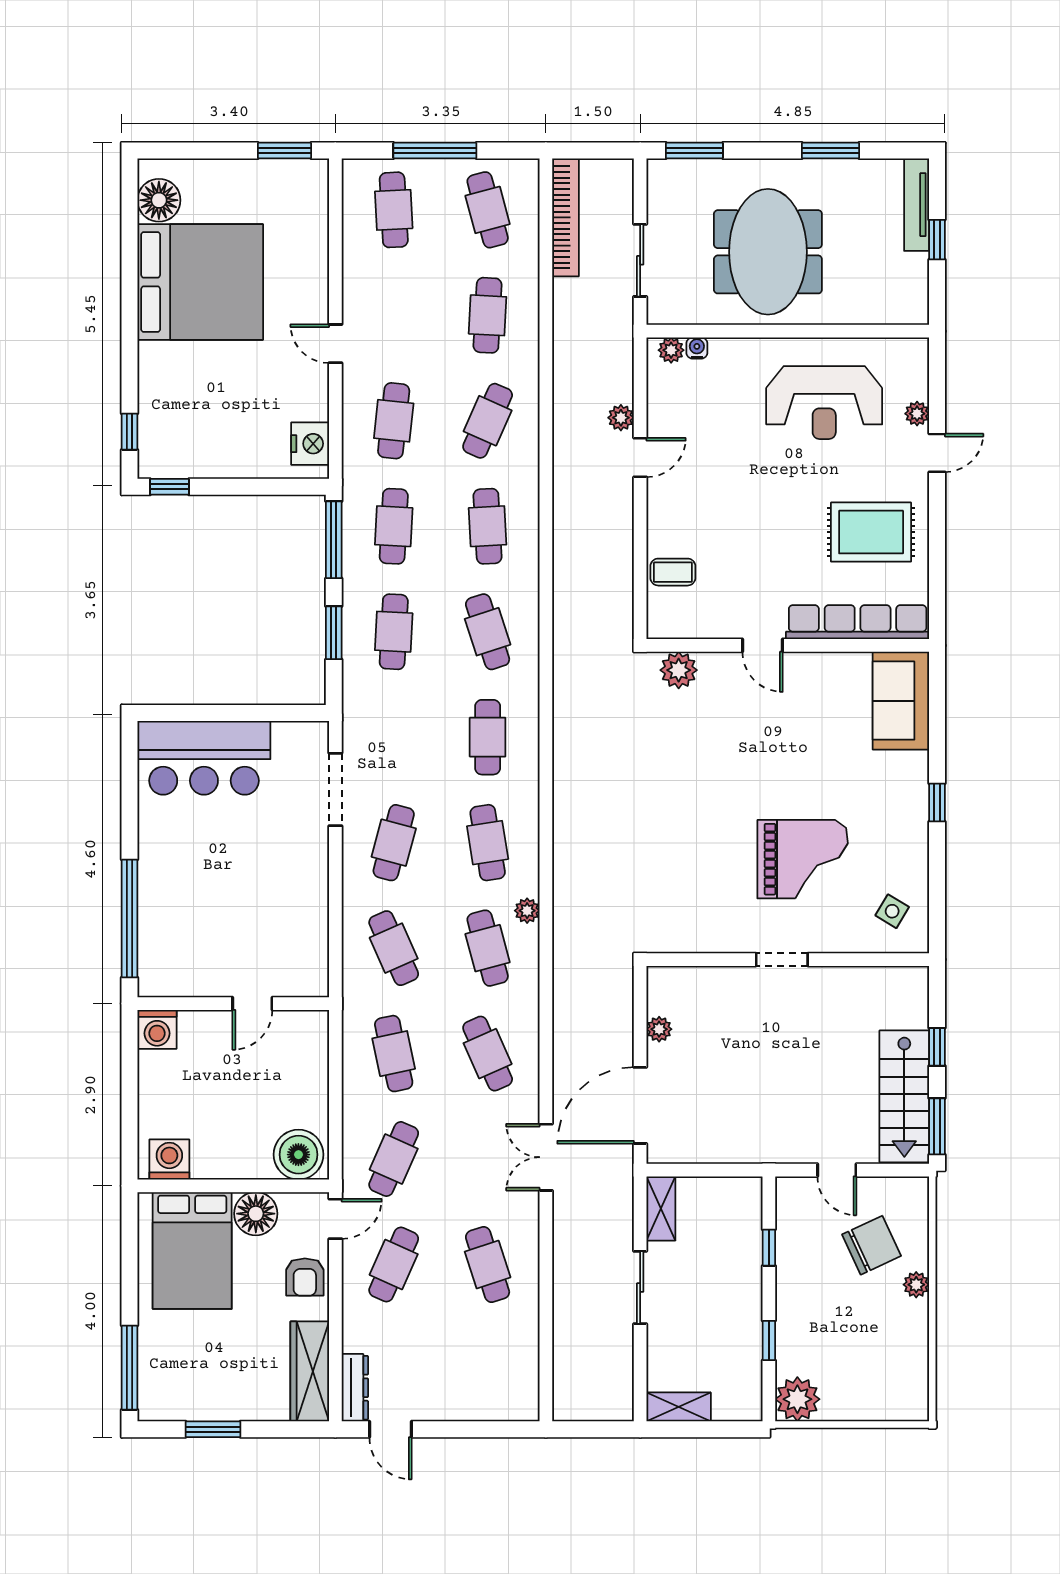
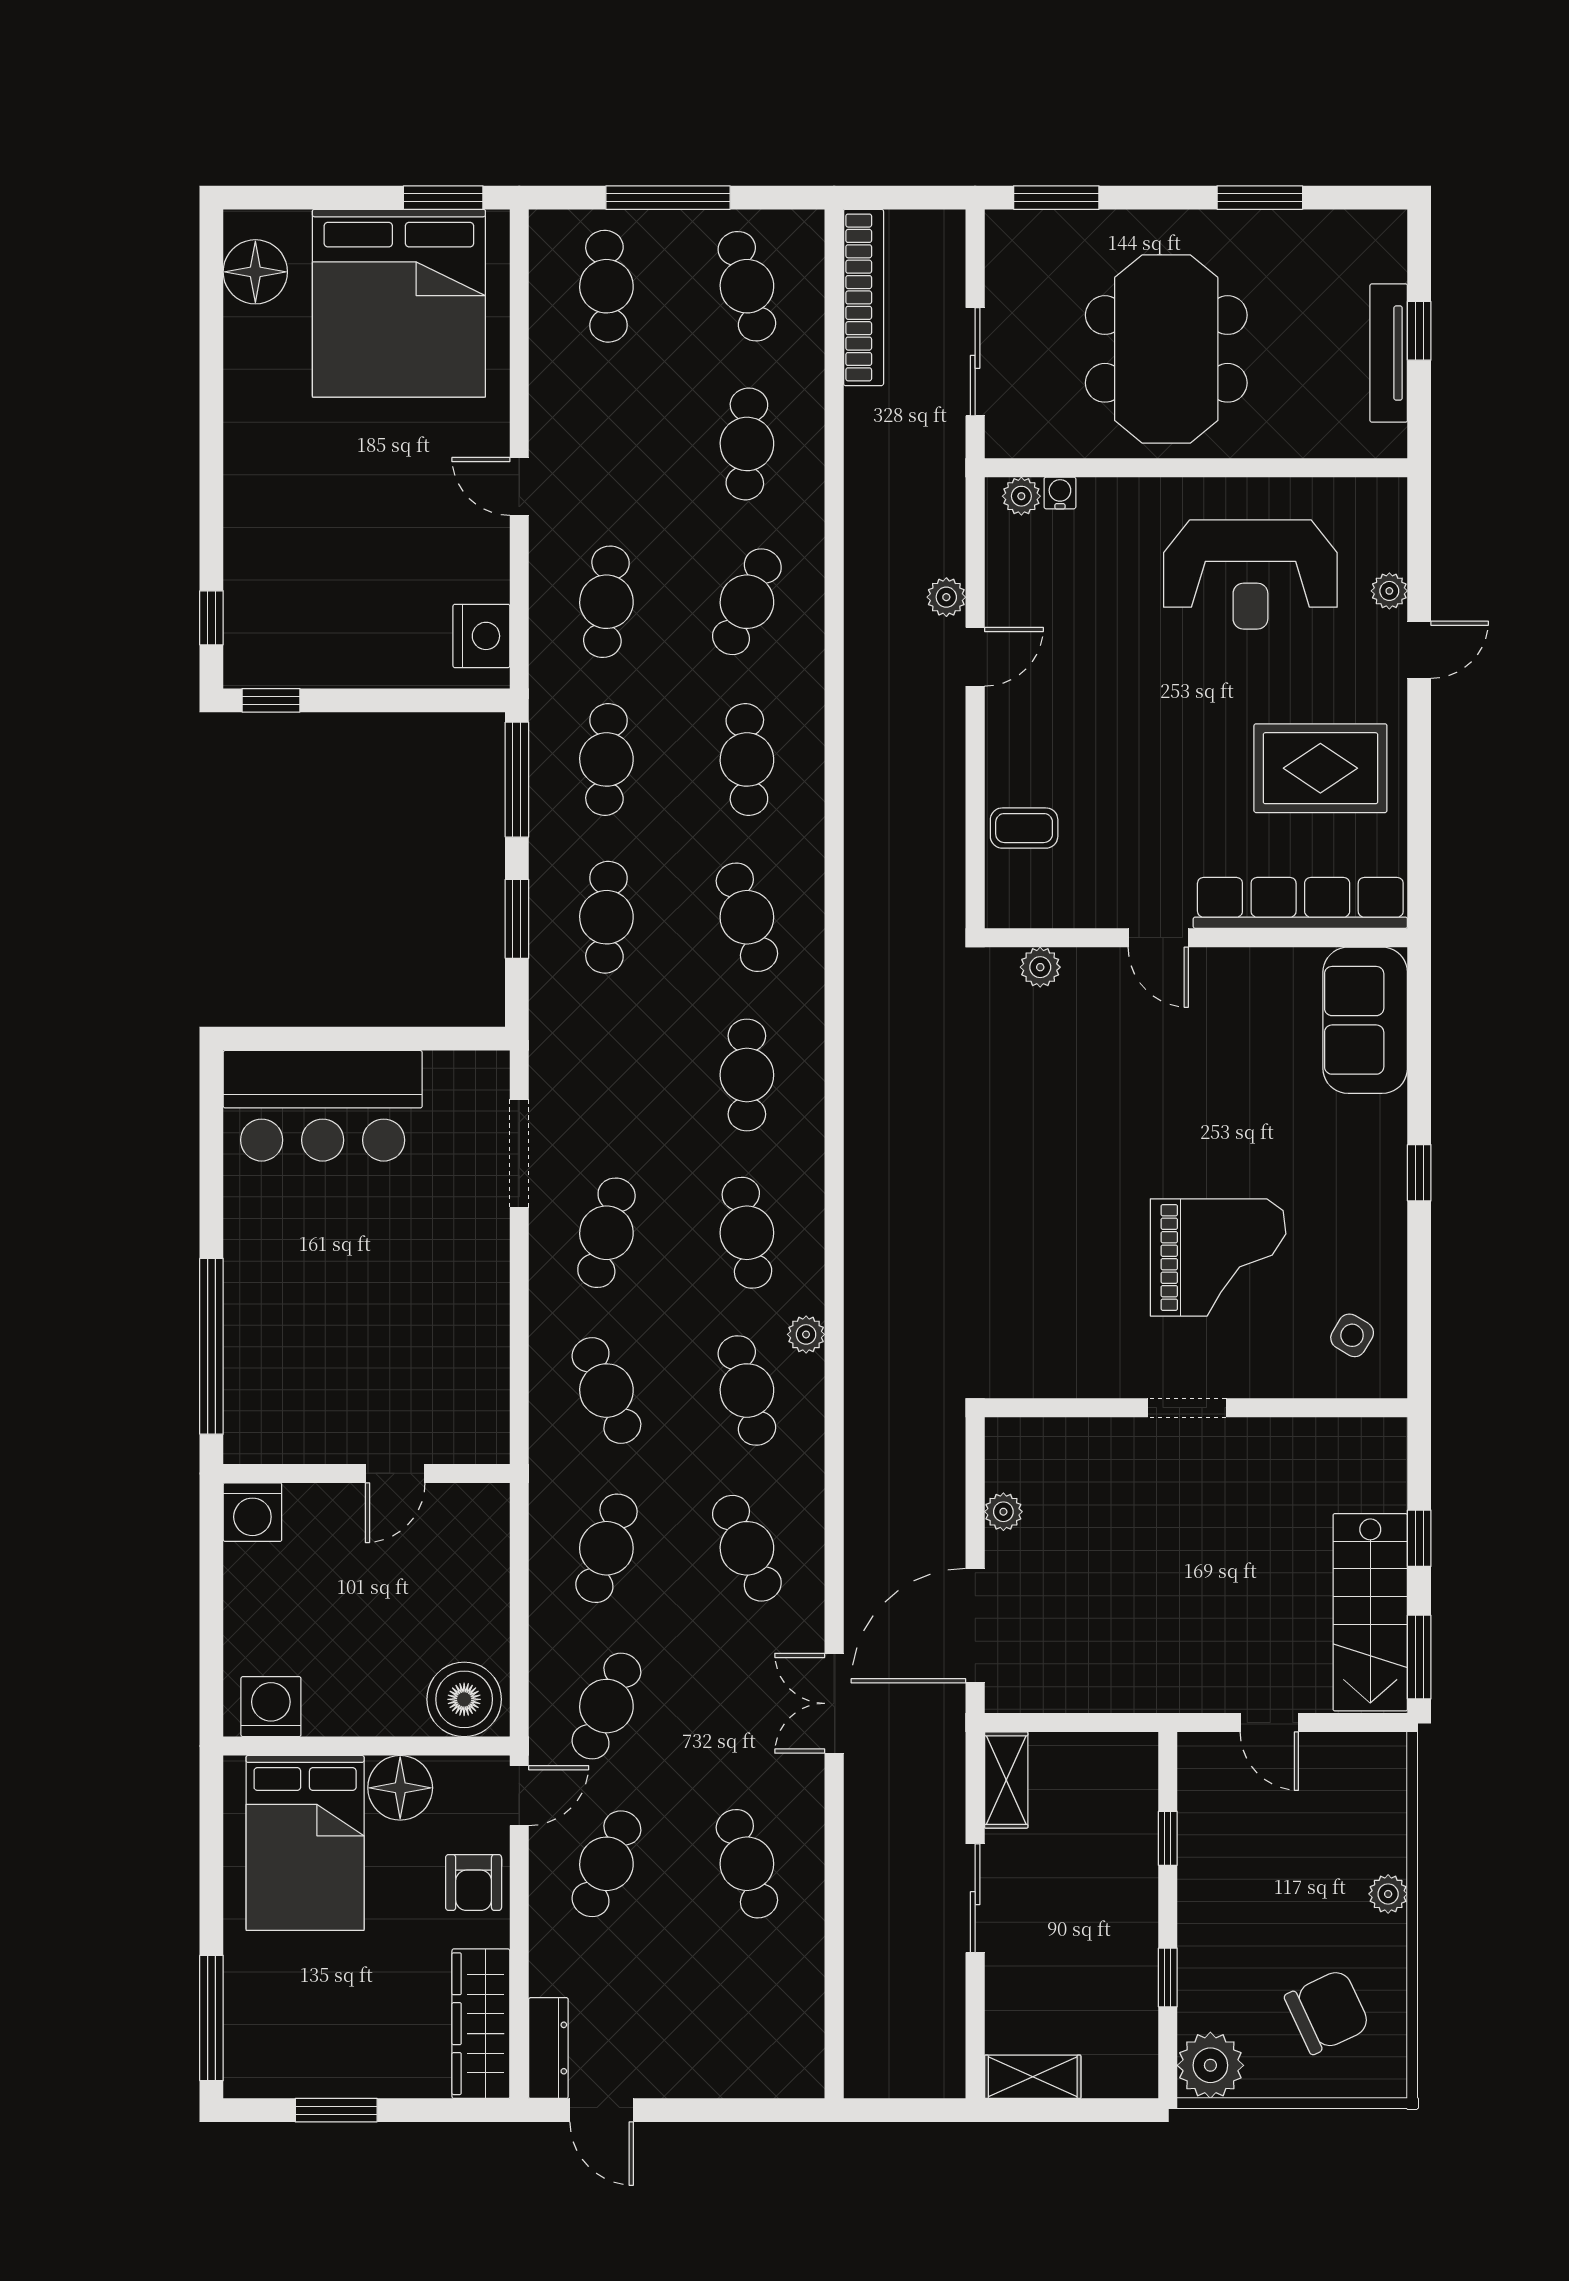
tv unit: (917, 205) -> (1389, 353), moved
bed: (200, 282) -> (399, 303), moved, turned 90
plant: (679, 670) -> (1040, 967), width x0.73, depth x0.73
cafe table: (394, 1054) -> (606, 1548), turned 30
chair: (872, 1245) -> (1327, 2012), moved

